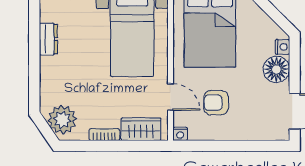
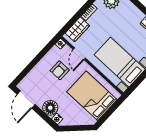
door: (171, 97) -> (79, 54), hinge flipped
armchair: (216, 103) -> (60, 70), turned 180

